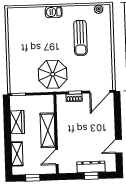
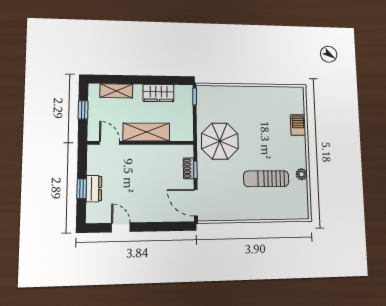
plant: (99, 9) -> (302, 174), moved
barbecue: (54, 12) -> (298, 125), moved
dresser: (91, 167) -> (94, 189), width x0.70

